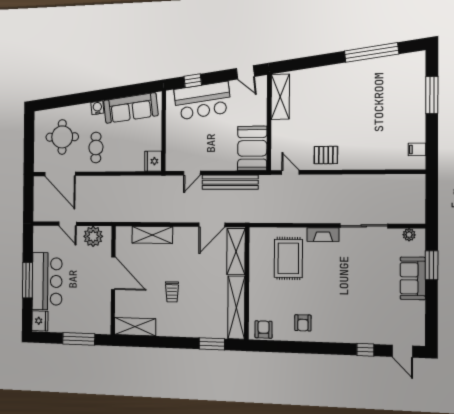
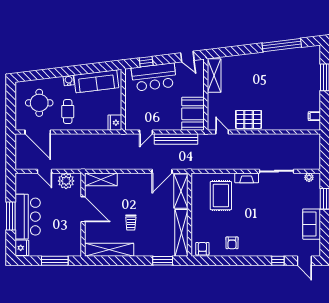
pallet: (326, 155) -> (249, 119), width x1.50, depth x1.42
shelving: (152, 235) -> (101, 179), moved
sofa: (413, 278) -> (312, 224), moved
shelving: (135, 327) -> (109, 250), width x1.47

